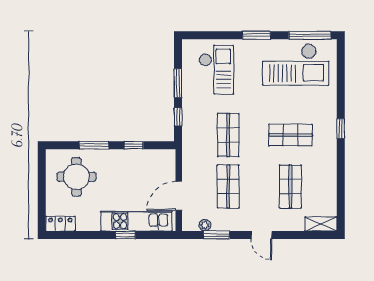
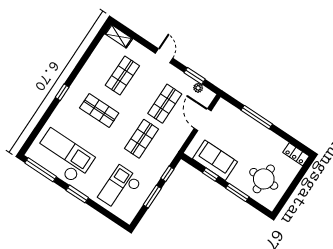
sofa: (139, 163) -> (215, 160), added
door: (179, 196) -> (203, 120), swing flipped
kitchen unit: (136, 221) -> (243, 122), removed
window: (125, 235) -> (257, 117), width x2.17

